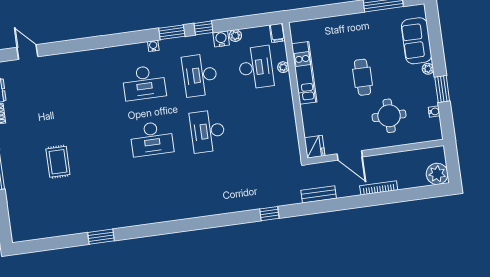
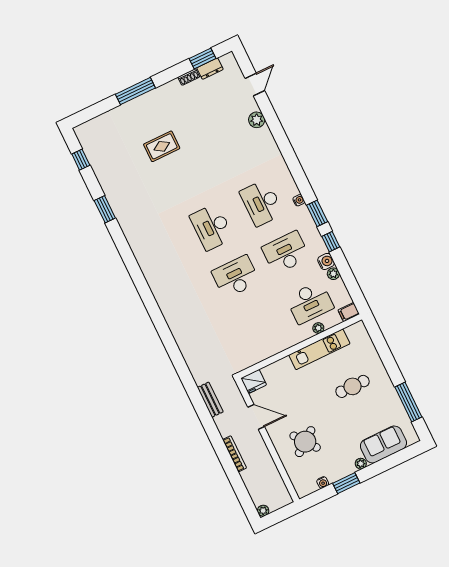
plant: (62, 61) -> (257, 120), added
cafe table: (363, 77) -> (353, 386), moved
round table: (389, 116) -> (305, 442), turned -37
door: (350, 155) -> (256, 417), swing flipped
plant: (437, 174) -> (263, 511), width x0.53, depth x0.53
window: (269, 214) -> (81, 160), moved

